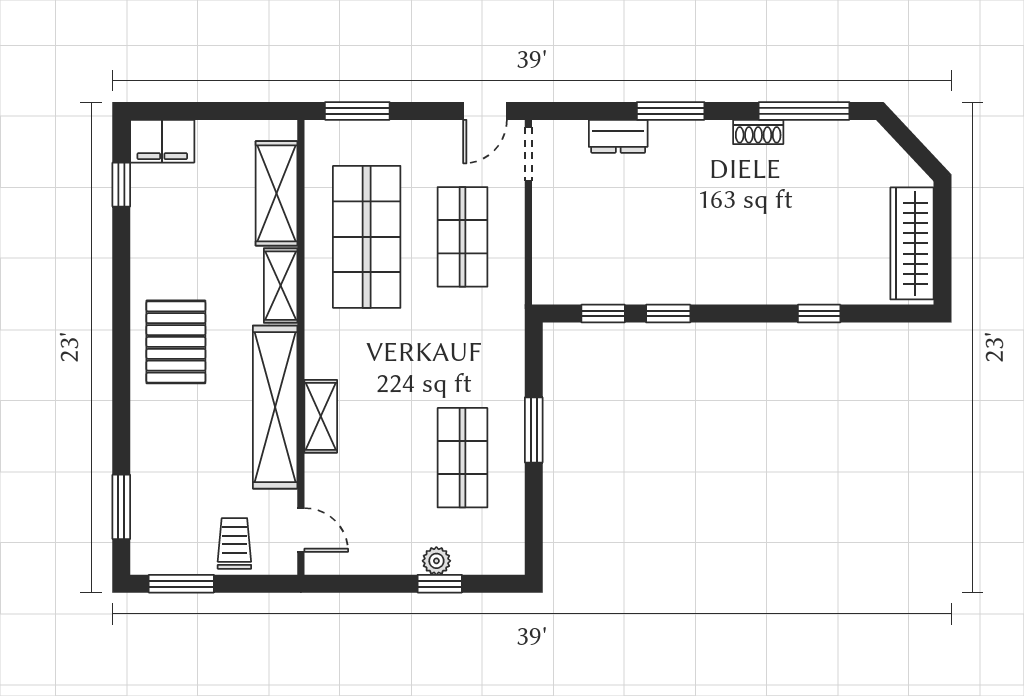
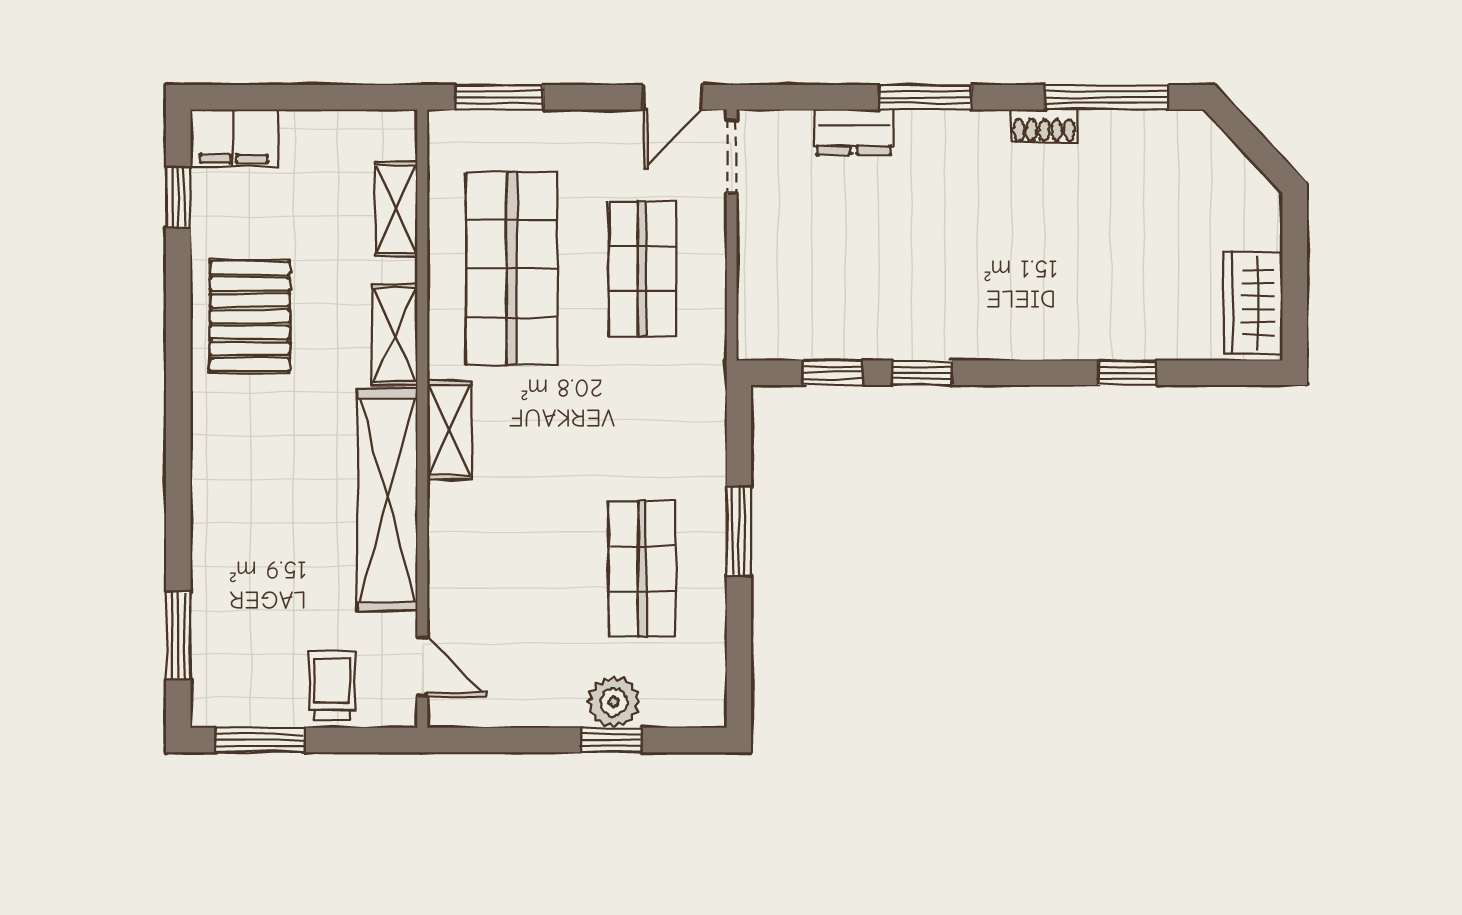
shelving: (276, 193) -> (396, 209), width x0.67, depth x0.75
wardrobe: (912, 243) -> (1253, 303), width x0.67
pallet: (176, 342) -> (250, 316), moved
shelving: (321, 416) -> (449, 430), moved
plant: (436, 561) -> (614, 702), width x1.38, depth x1.38

